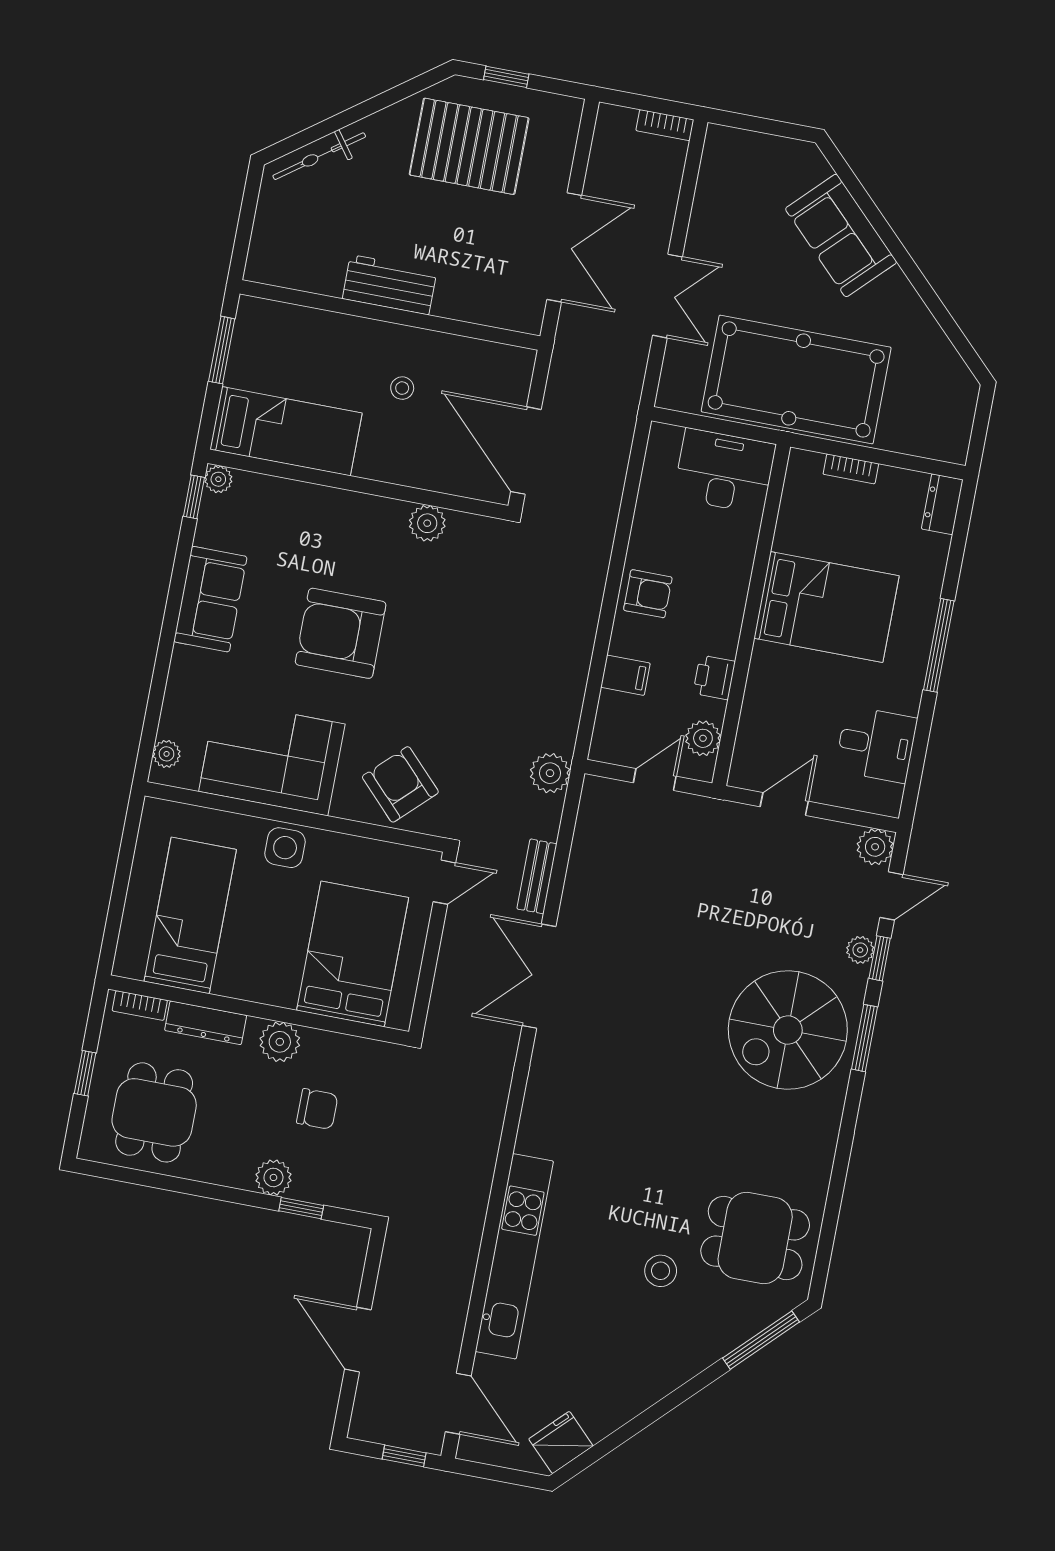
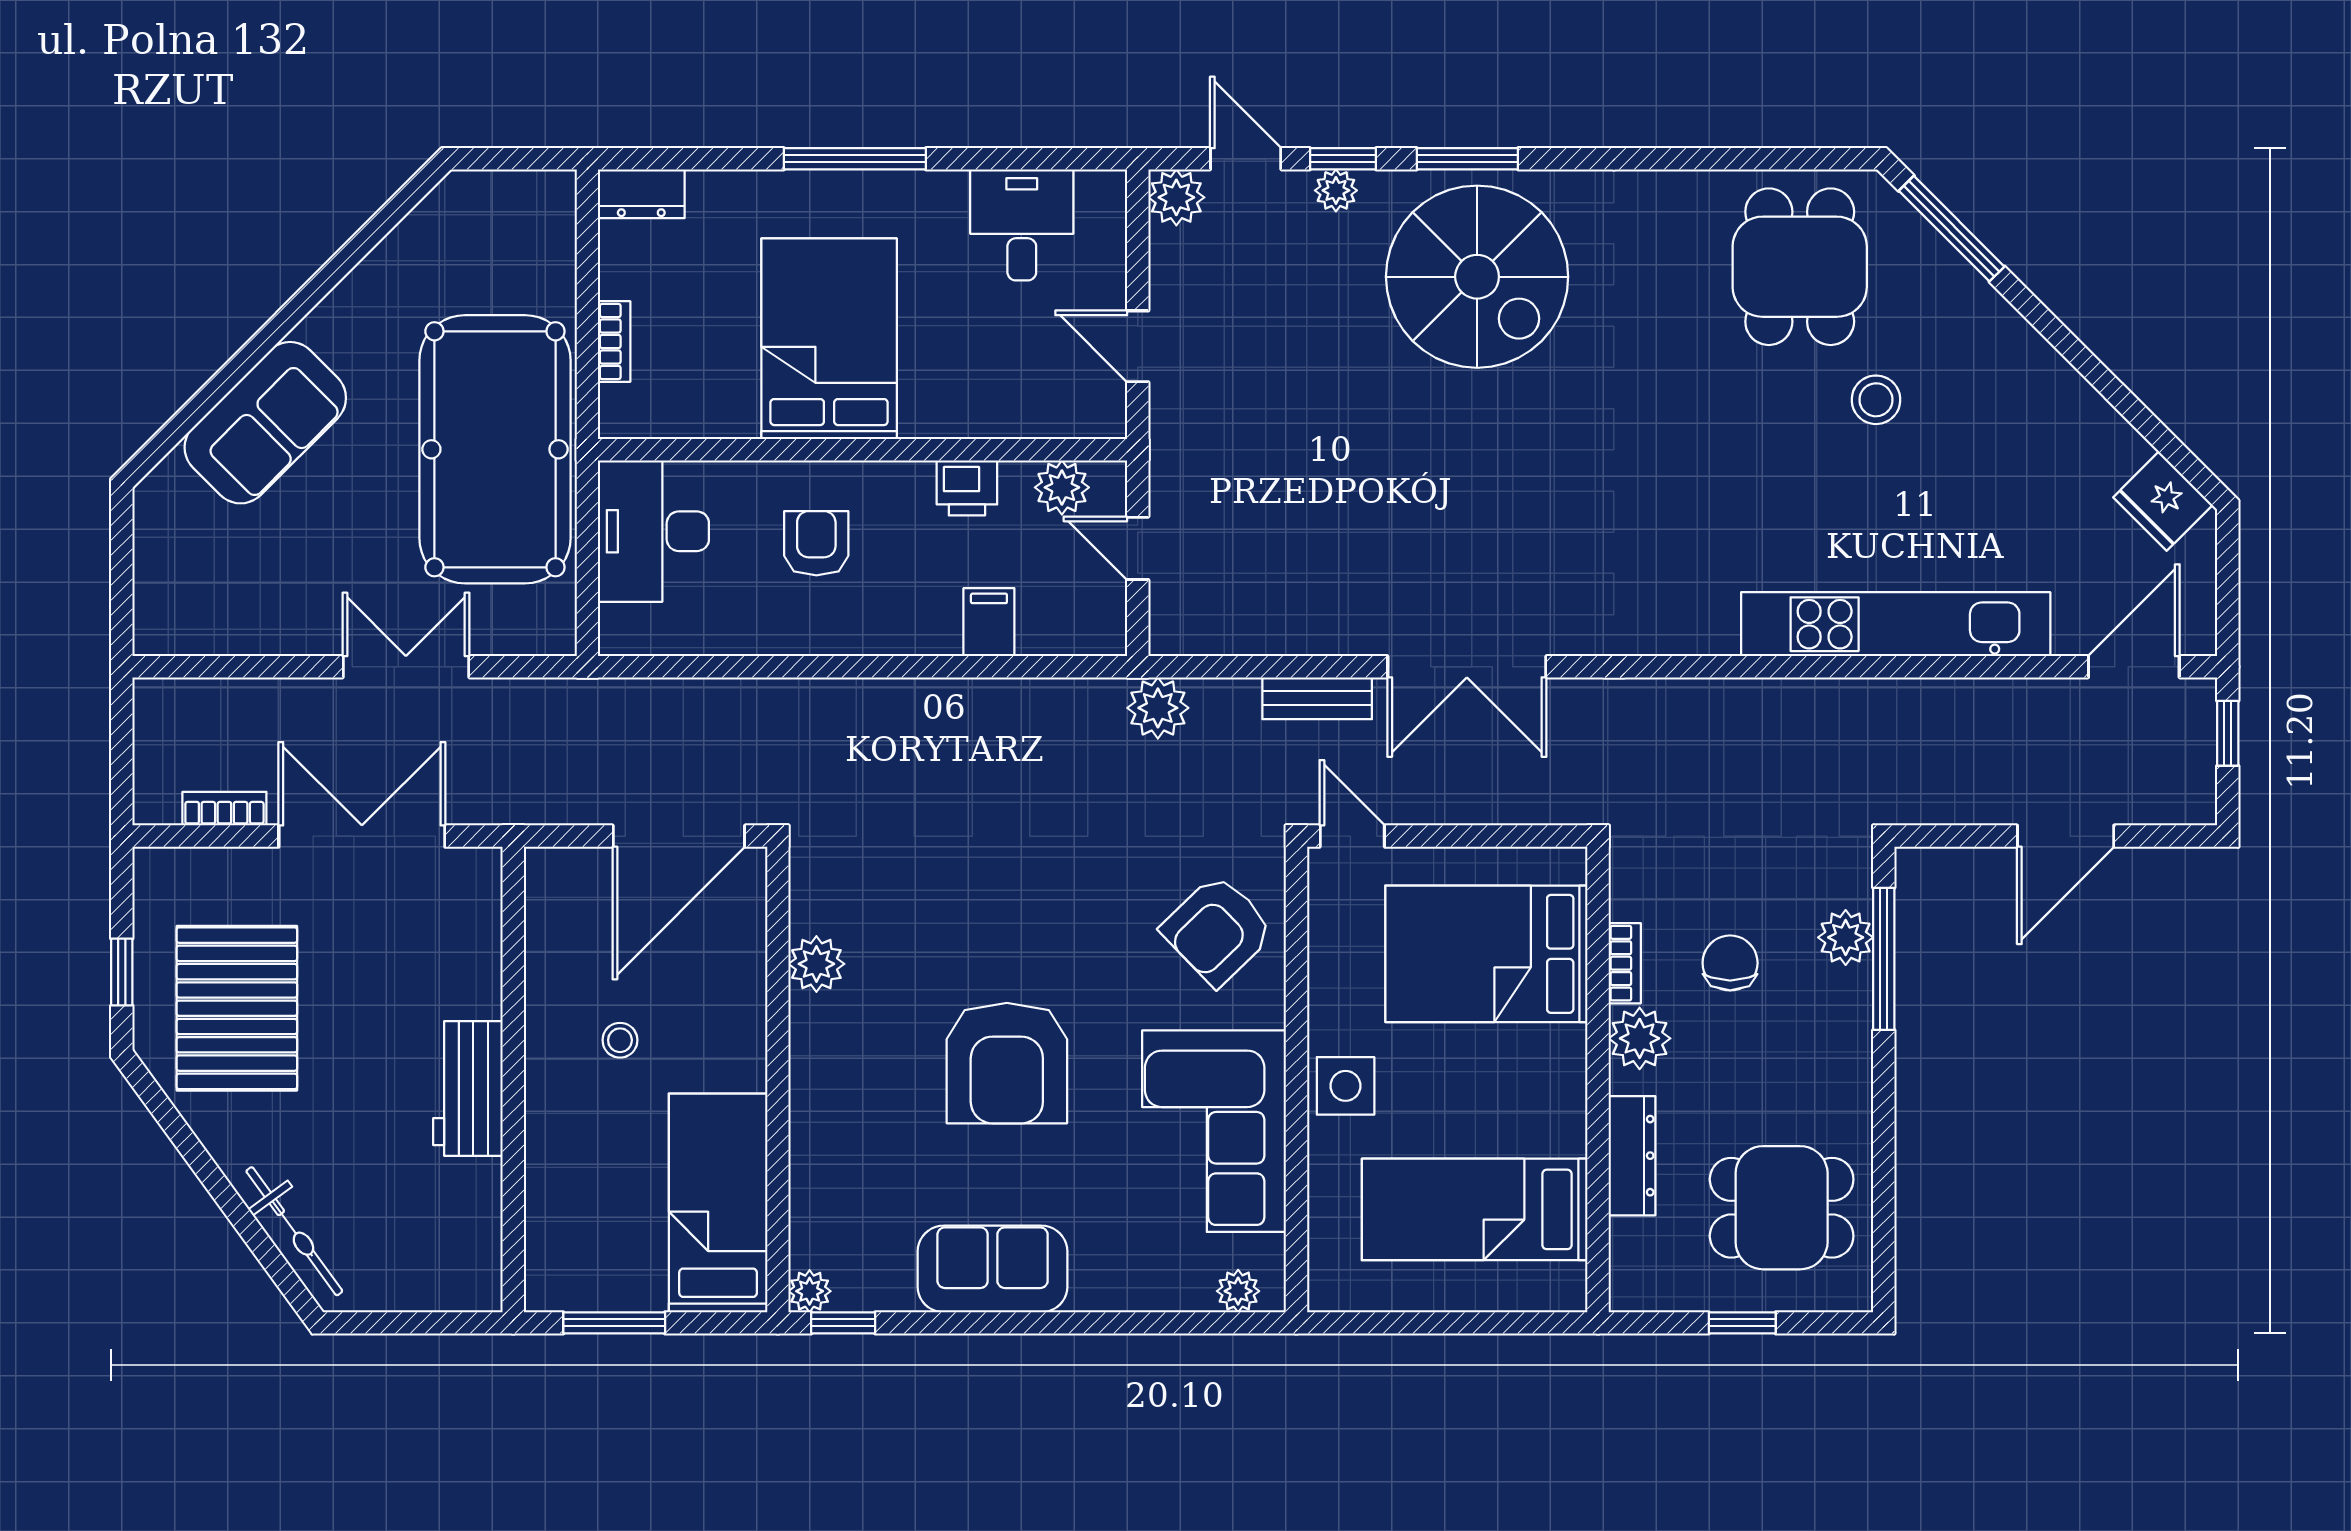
bookcase: (665, 125) -> (224, 809), moved, turned -90
armchair: (648, 594) -> (816, 543), moved
bookcase: (140, 1006) -> (1625, 963), moved
plant: (273, 1177) -> (1846, 937), moved
window: (301, 1208) -> (1884, 959), width x2.17

